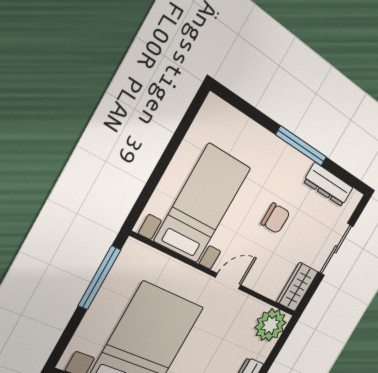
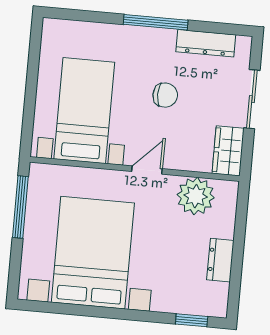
plant: (270, 325) -> (196, 196), moved

